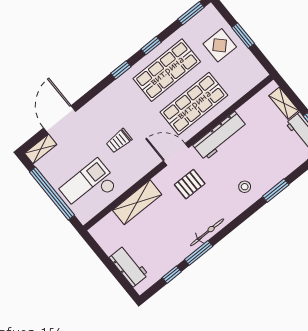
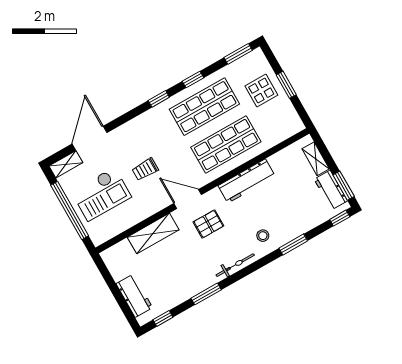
door: (176, 154) -> (188, 199), moved
checkout: (89, 186) -> (101, 194), moved, turned 180
bicycle: (207, 232) -> (235, 265), moved
window: (172, 275) -> (163, 319), moved

